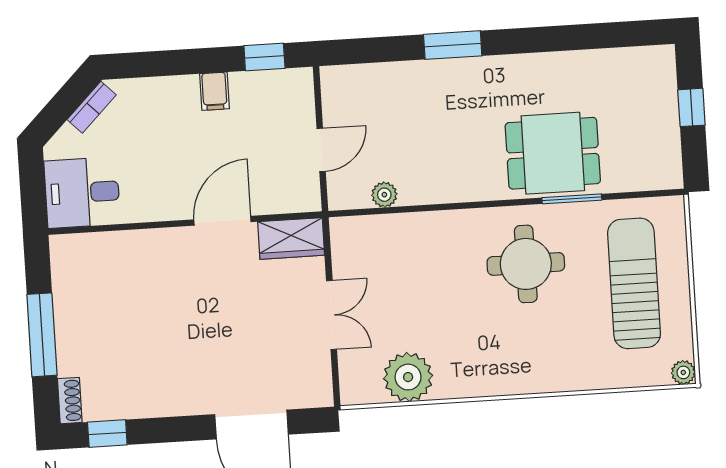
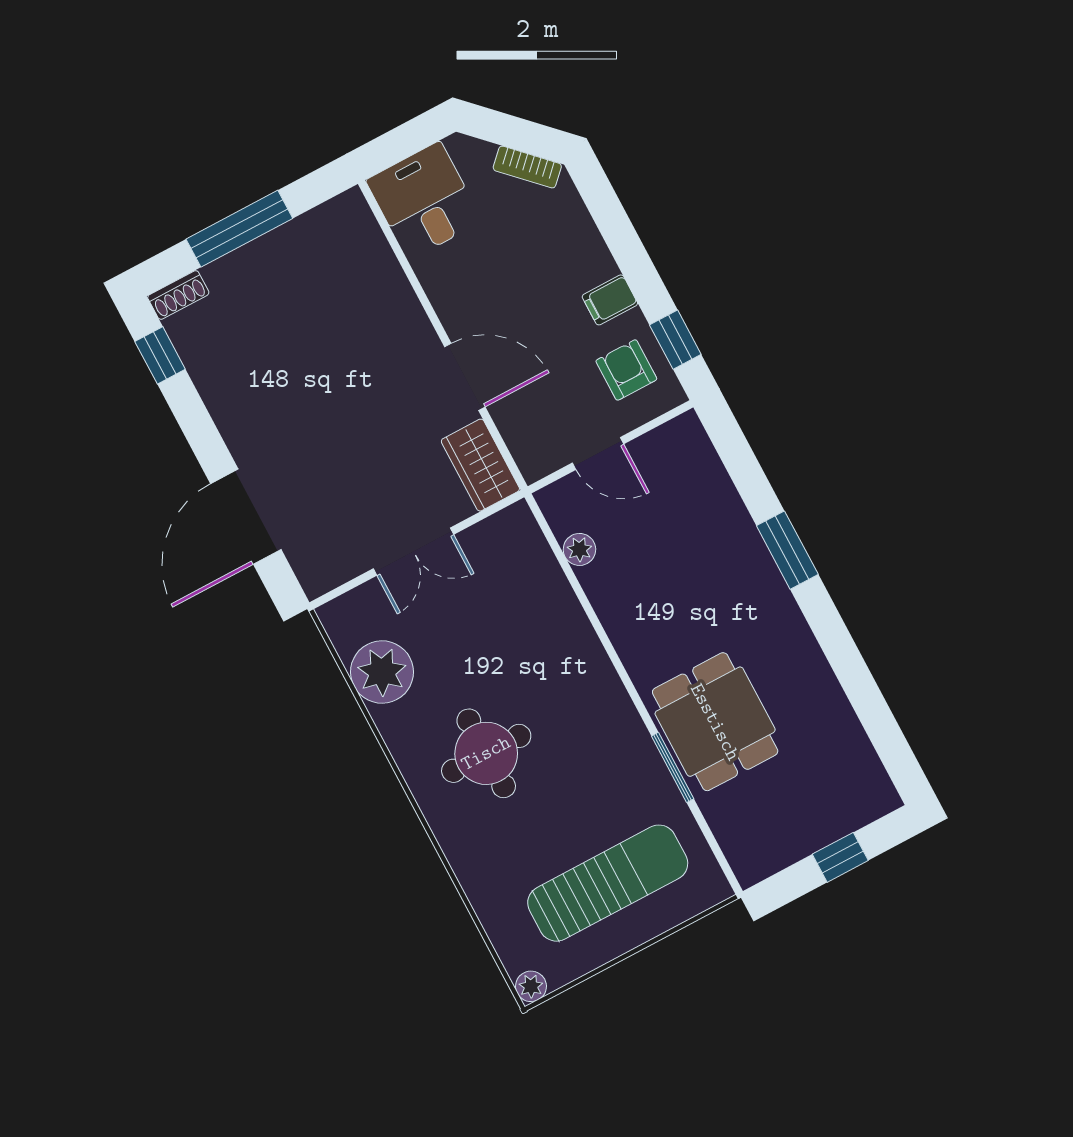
armchair: (270, 102) -> (626, 370), added
round table: (526, 264) -> (486, 753), moved

